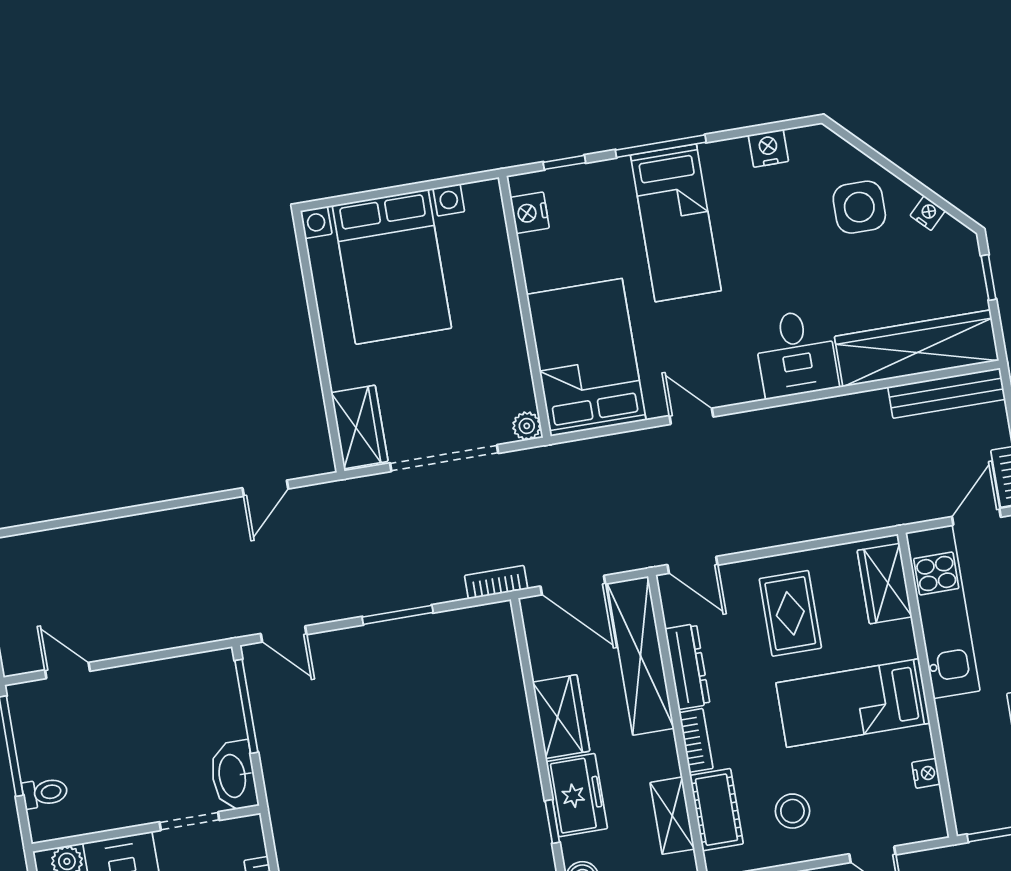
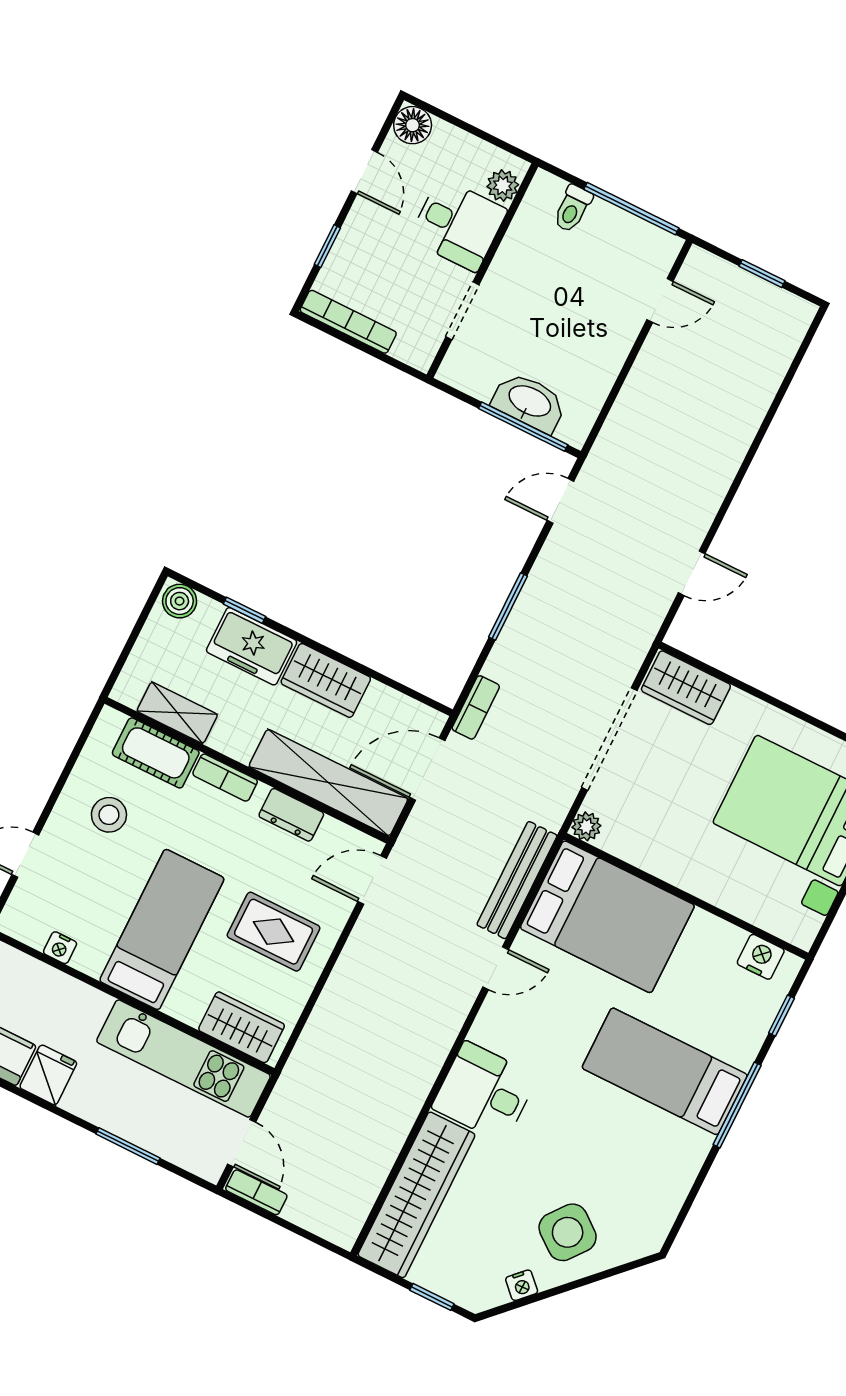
nightstand: (768, 148) -> (671, 1193), removed
side table: (859, 207) -> (568, 1232), turned 38
bench: (947, 393) -> (517, 880), moved
door: (265, 488) -> (692, 573), swing flipped
dresser: (687, 667) -> (291, 815), width x0.70
washbasin: (233, 776) -> (529, 402), moved

